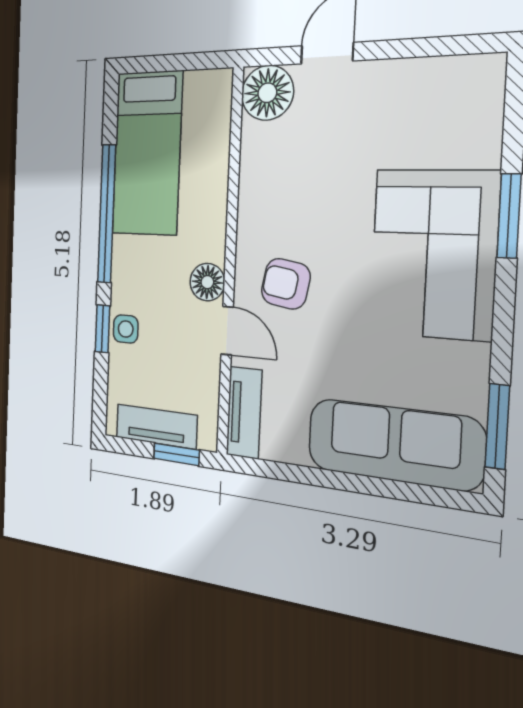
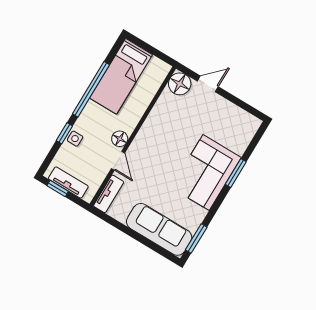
armchair: (286, 284) -> (150, 155), removed
window: (176, 454) -> (58, 189), moved

